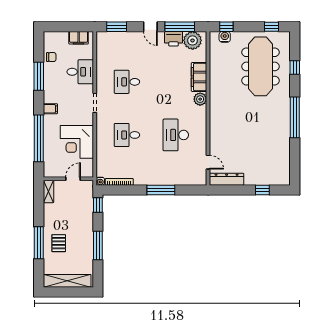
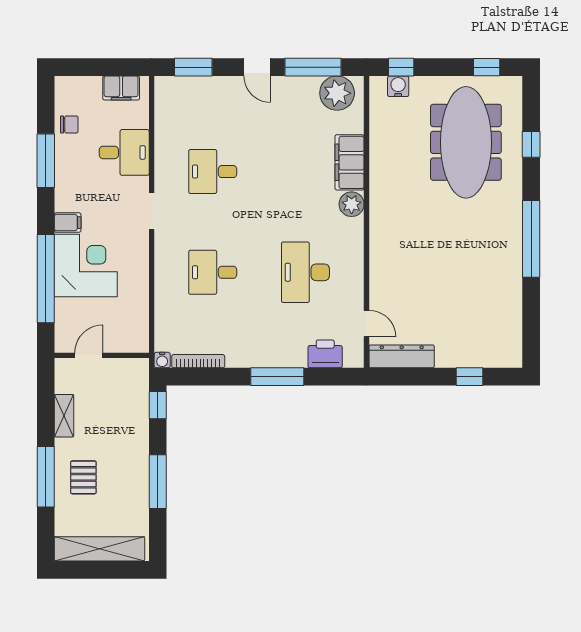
printer: (174, 39) -> (325, 354), moved, turned 180
corner desk: (77, 142) -> (86, 265), moved, turned 180
door: (73, 179) -> (89, 355), moved
shelving: (48, 191) -> (64, 416), moved

